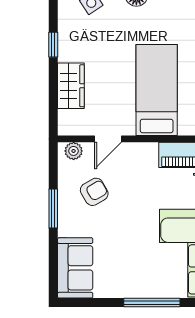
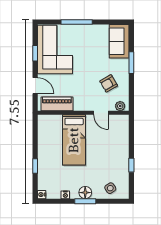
wardrobe: (71, 86) -> (122, 142), removed
door: (108, 139) -> (101, 113), swing flipped
window: (53, 208) -> (131, 63), moved

